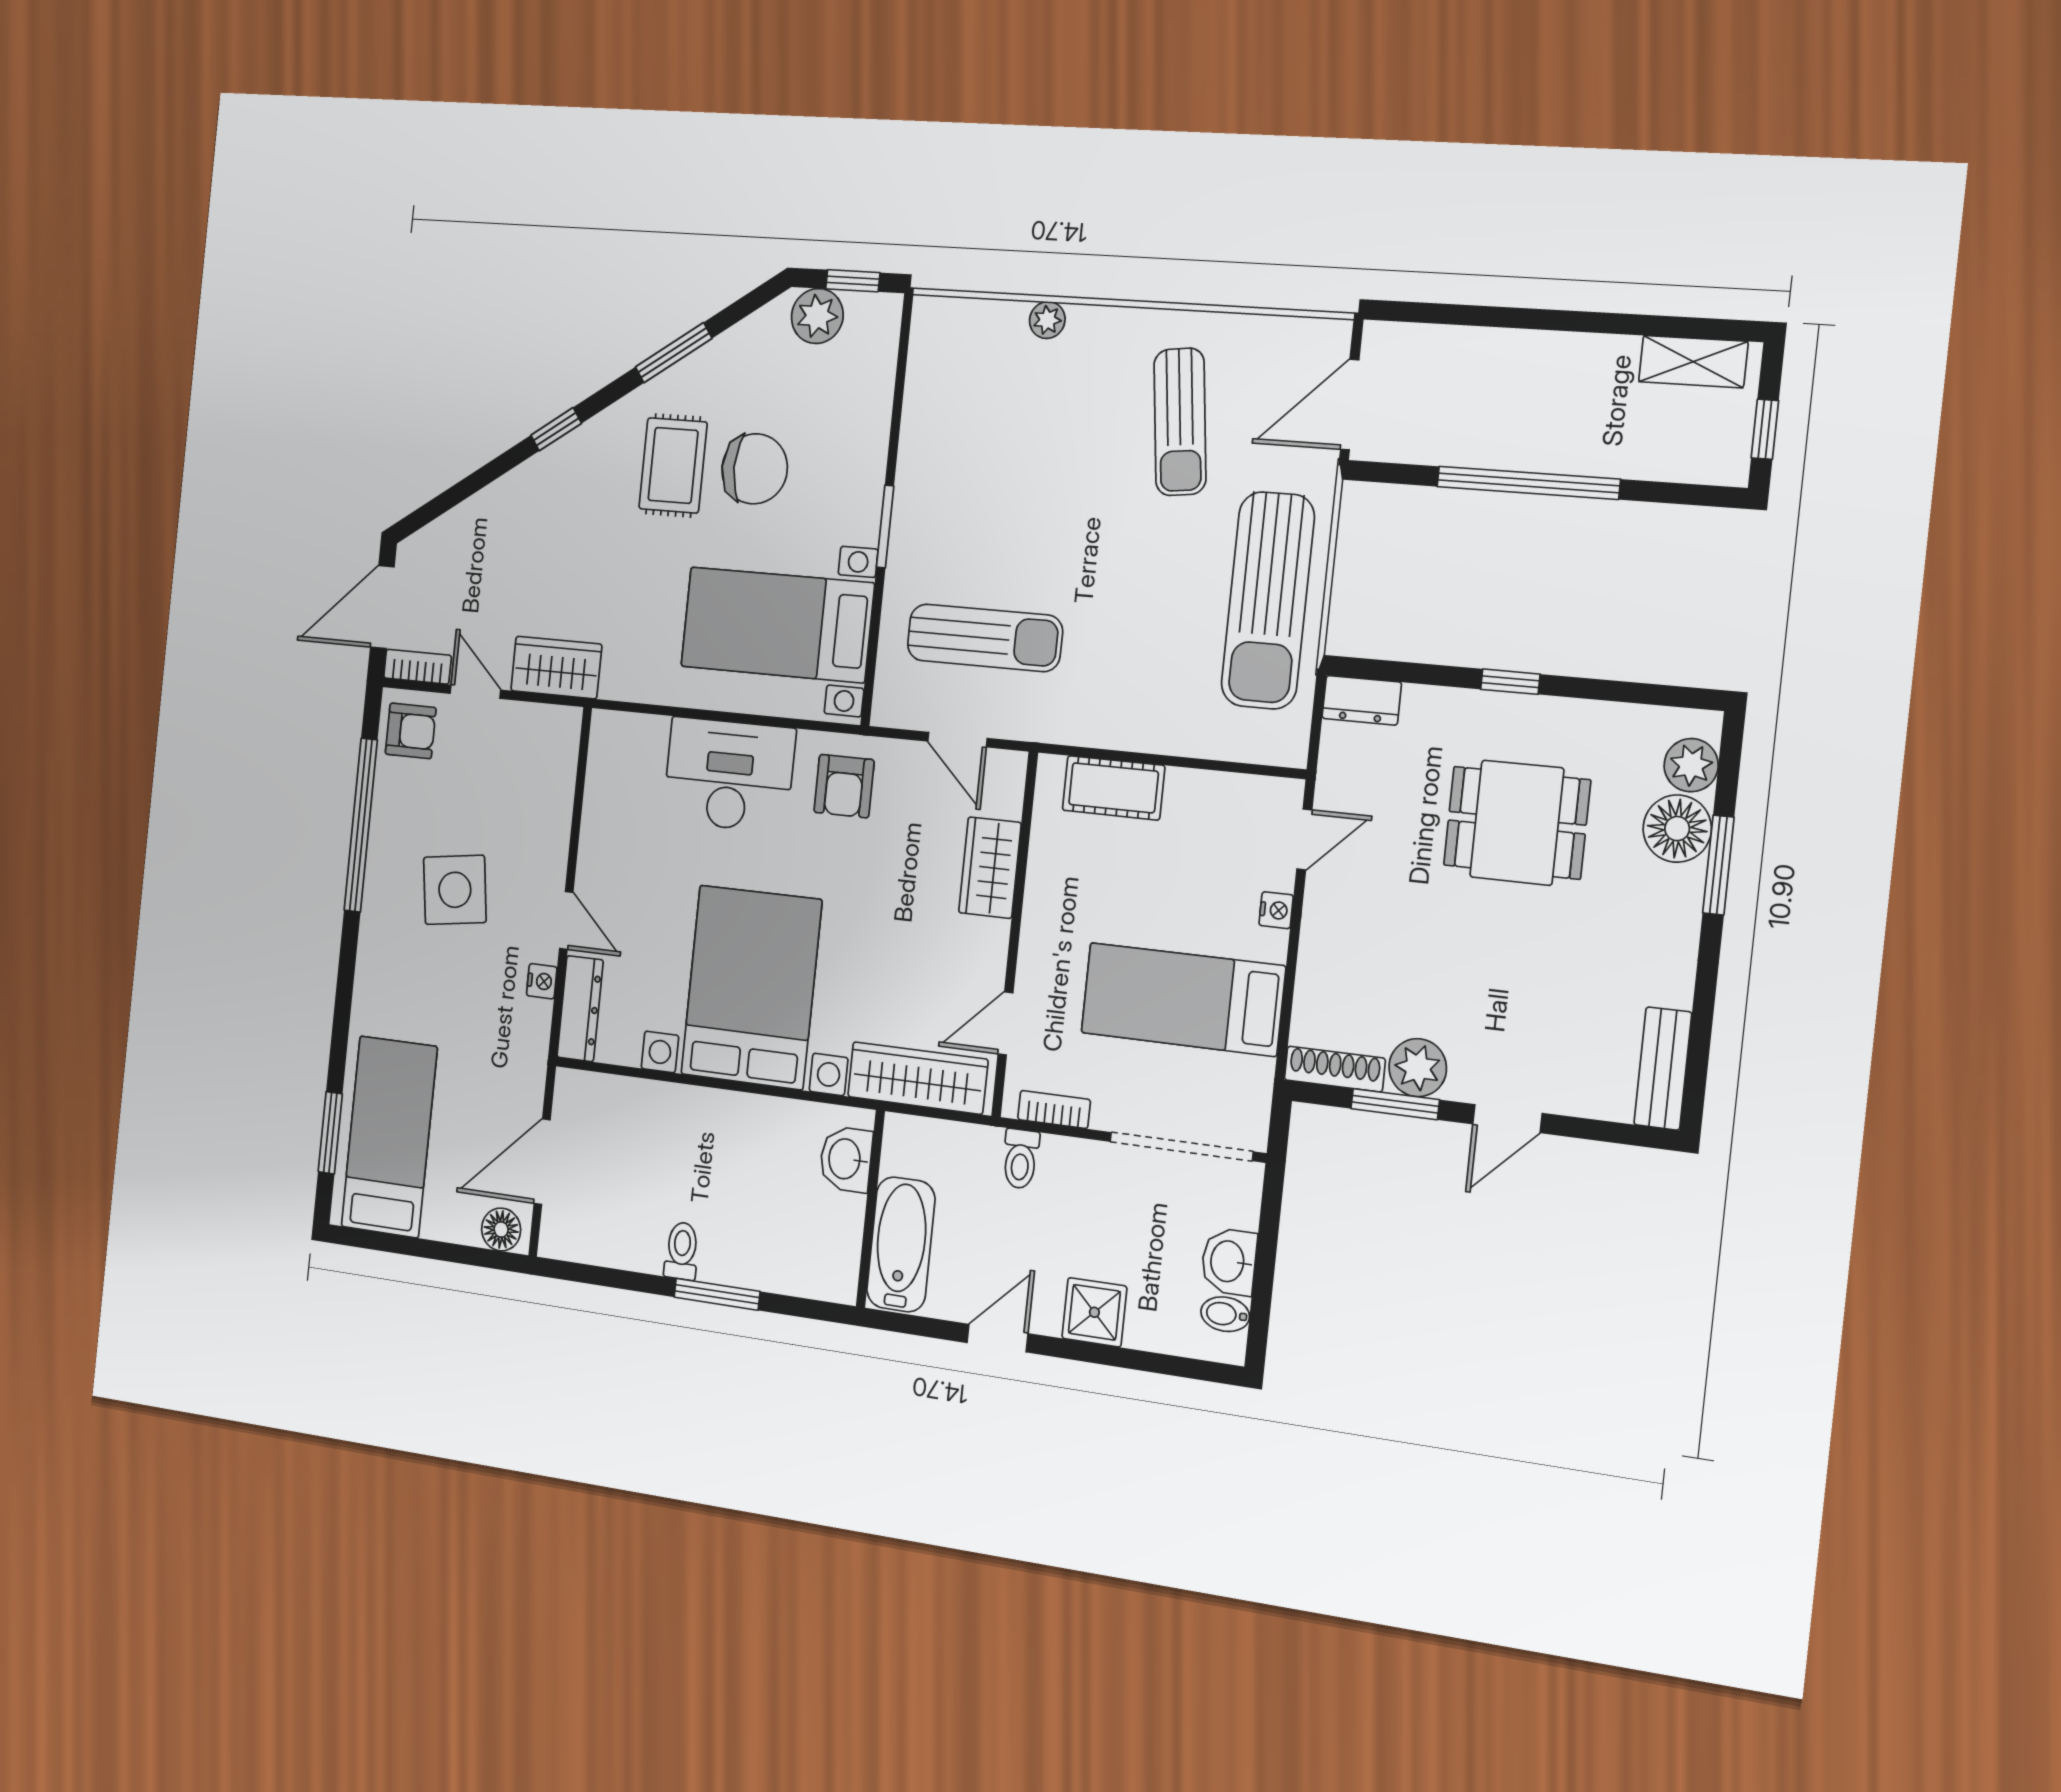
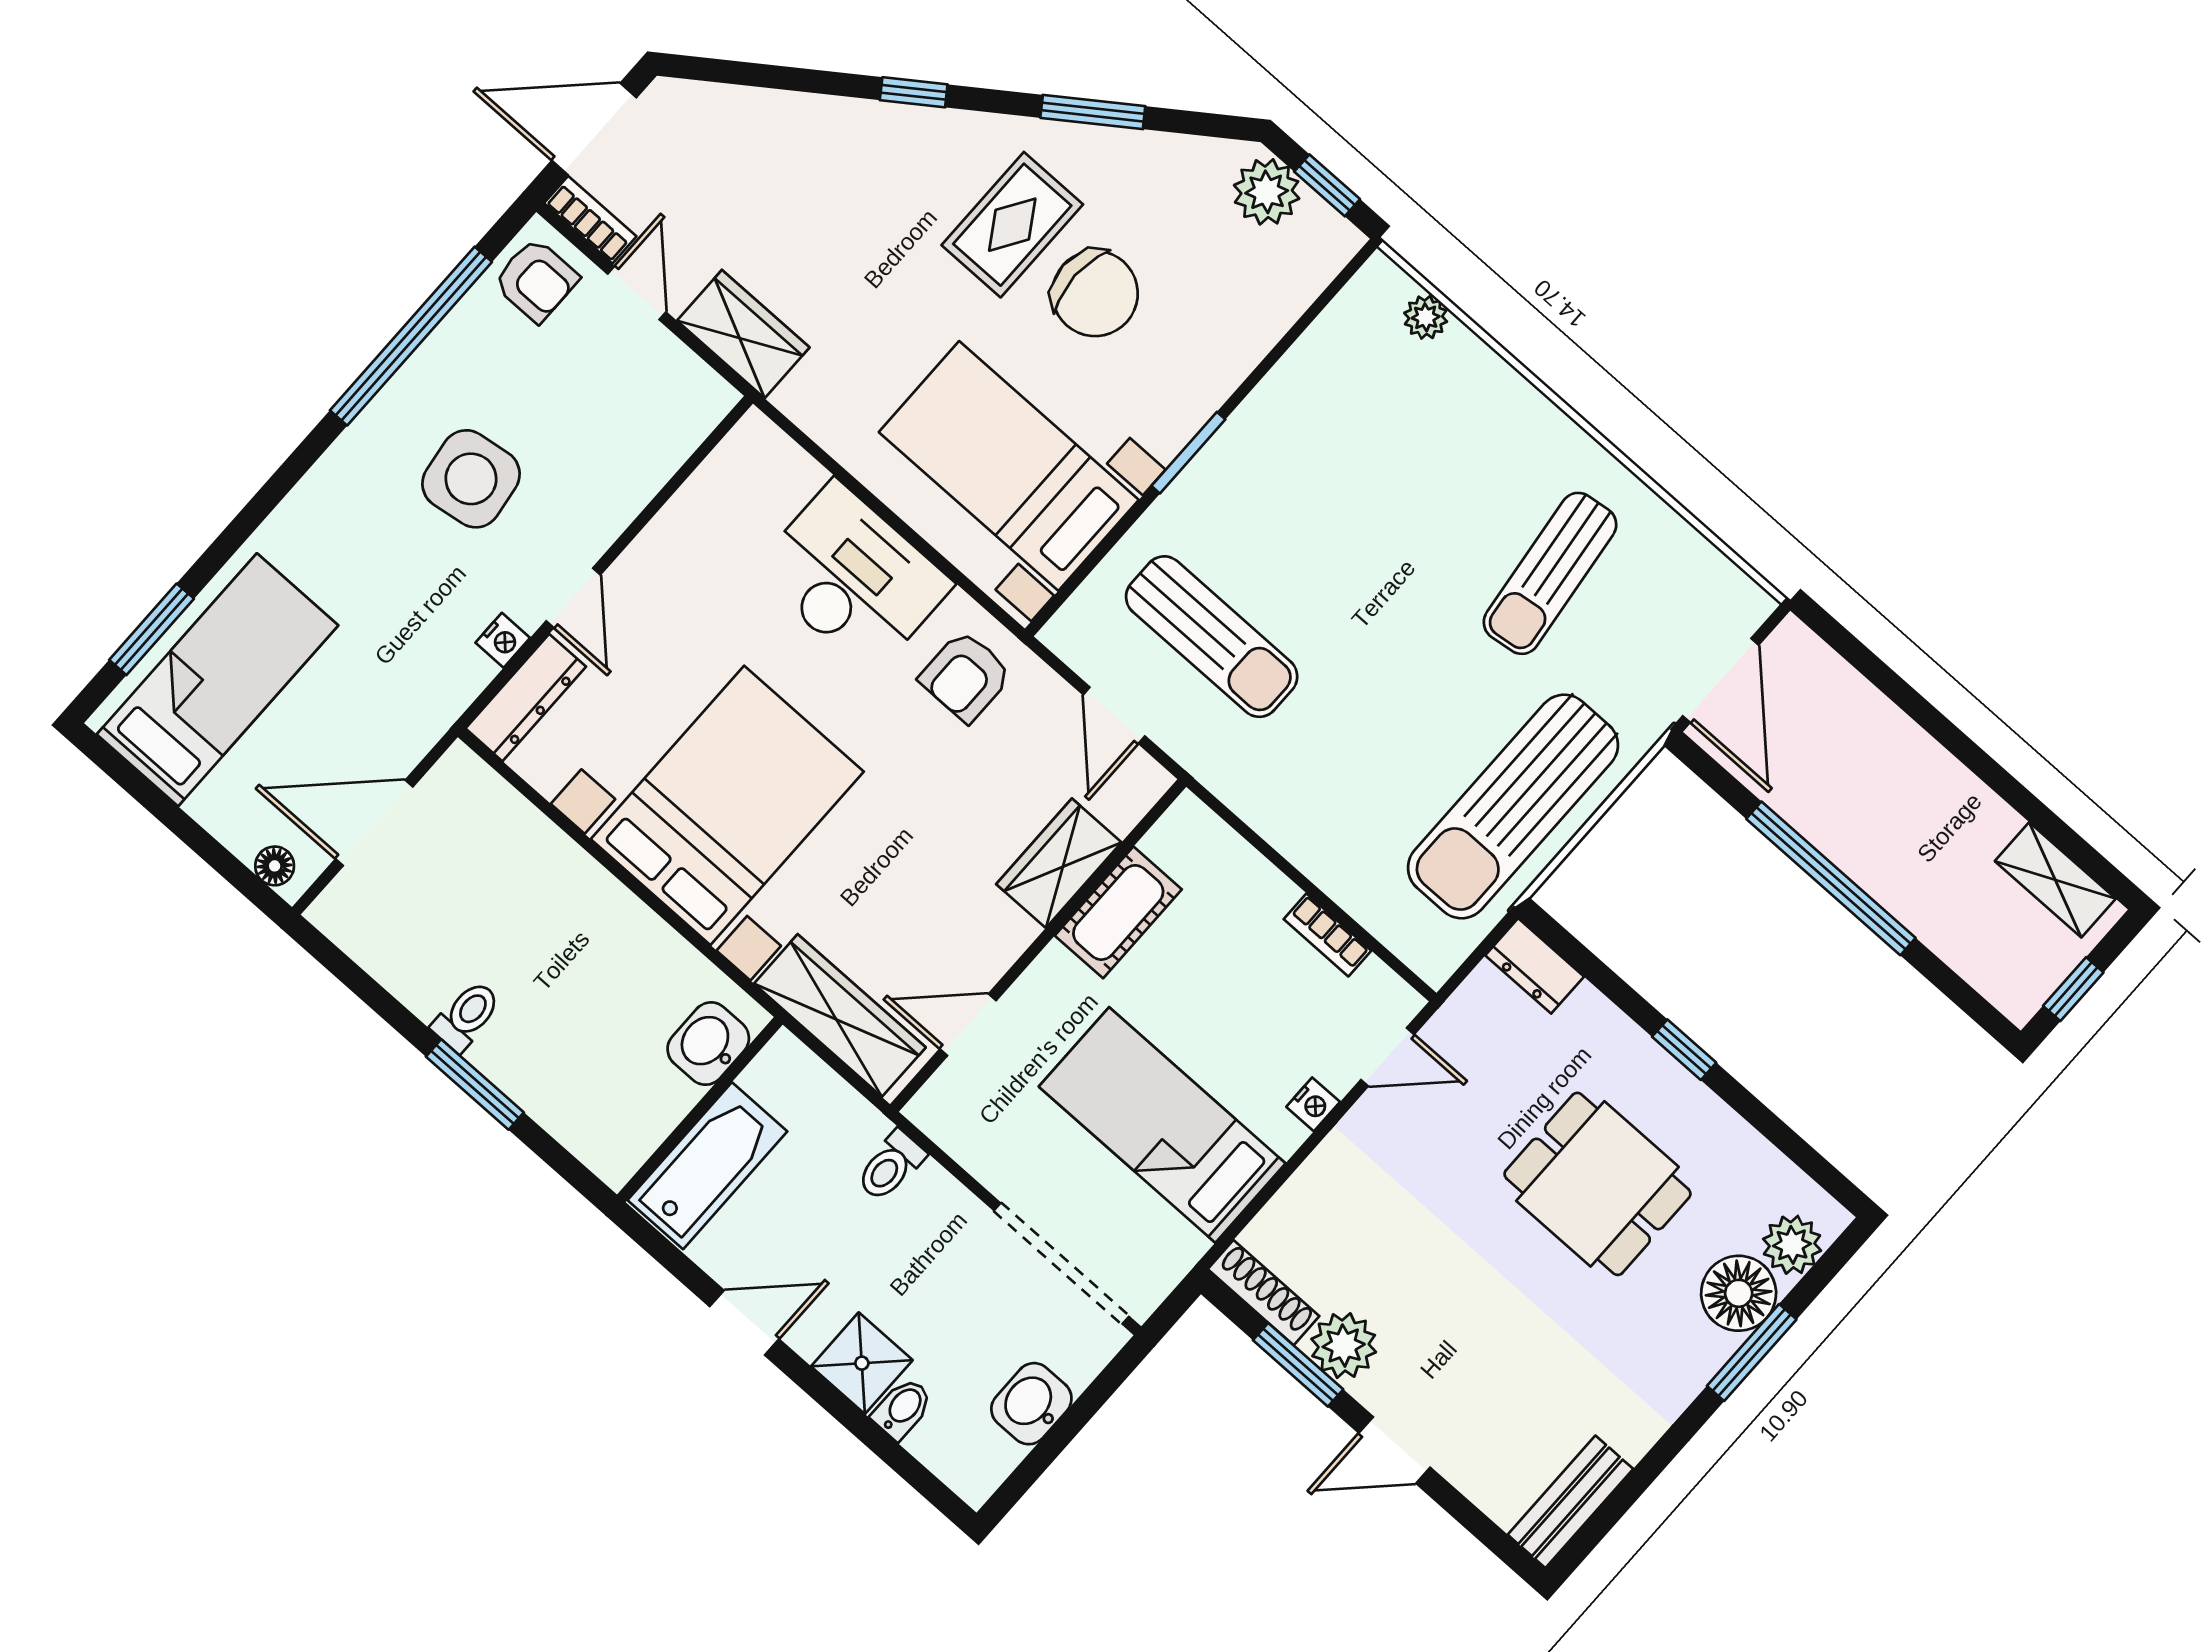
plant: (1047, 320) -> (1426, 317), moved
door: (1350, 405) -> (1721, 680), swing flipped
cot: (1113, 788) -> (1118, 912), moved, turned 90
bookcase: (1054, 1110) -> (1327, 935), moved, turned 180
floor lamp: (501, 1229) -> (275, 866), width x0.73, depth x0.73
bidet: (1225, 1314) -> (902, 1409), moved, turned 90

